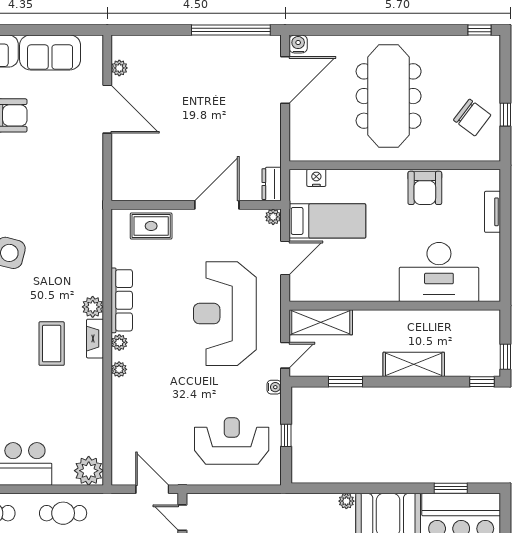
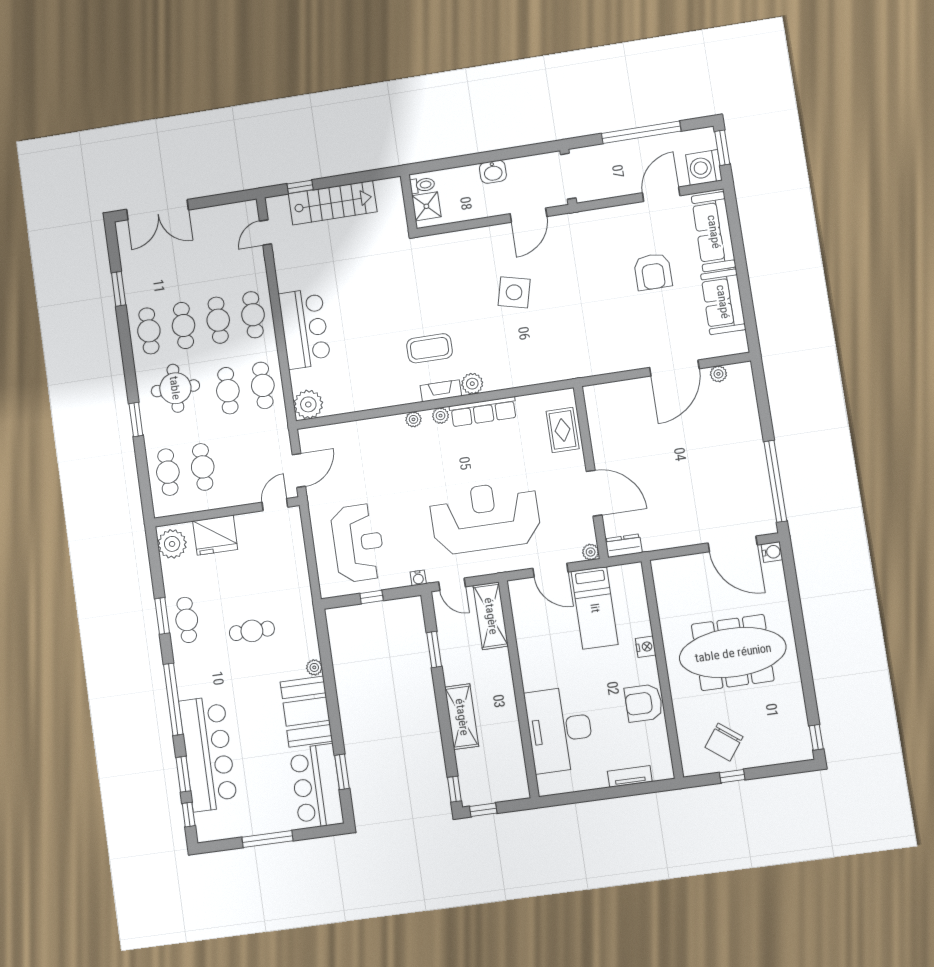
nightstand: (316, 178) -> (646, 647), moved

